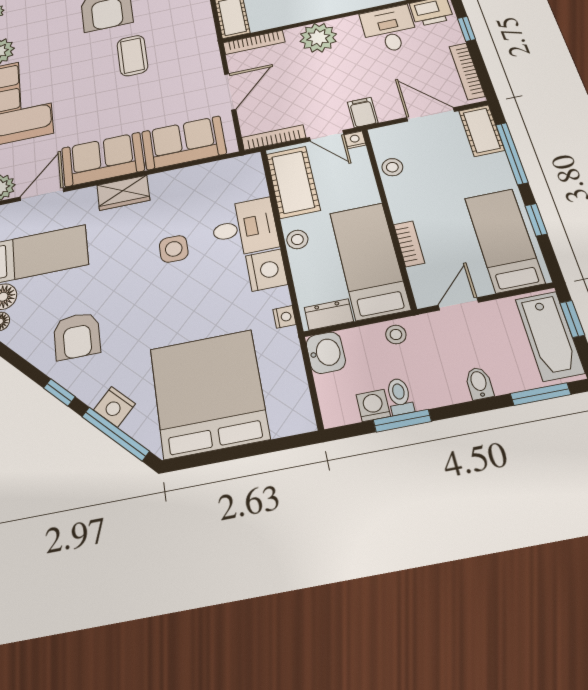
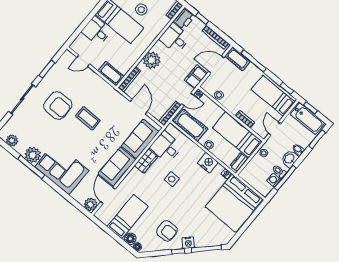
filing cabinet: (363, 112) -> (196, 77), width x2.00
wardrobe: (123, 193) -> (146, 161), moved
window: (536, 220) -> (287, 88), moved
desk: (244, 228) -> (166, 147), moved, turned -90
washbasin: (326, 353) -> (290, 159), moved, turned -90
bed: (209, 393) -> (234, 203), moved, turned -90
nightstand: (115, 407) -> (188, 243), moved
window: (402, 421) -> (285, 178), width x1.44

